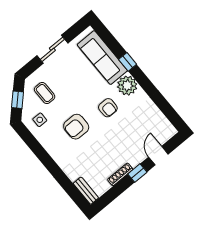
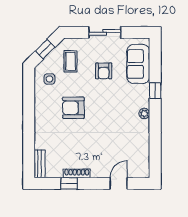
sofa: (102, 58) -> (138, 64), width x0.73
plant: (127, 86) -> (144, 113), width x0.53, depth x0.53
armchair: (108, 108) -> (104, 71), moved
window: (137, 173) -> (69, 183), moved

